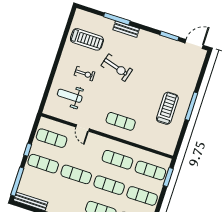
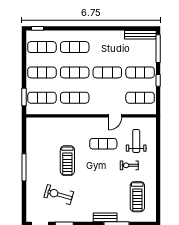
treadmill: (87, 39) -> (137, 197), turned -90
exercise bike: (117, 68) -> (59, 195), moved
weight bench: (70, 96) -> (136, 141), turned -90
treadmill: (167, 108) -> (67, 161), moved
exercise mat: (121, 121) -> (103, 144), moved
door: (83, 128) -> (115, 116), swing flipped

